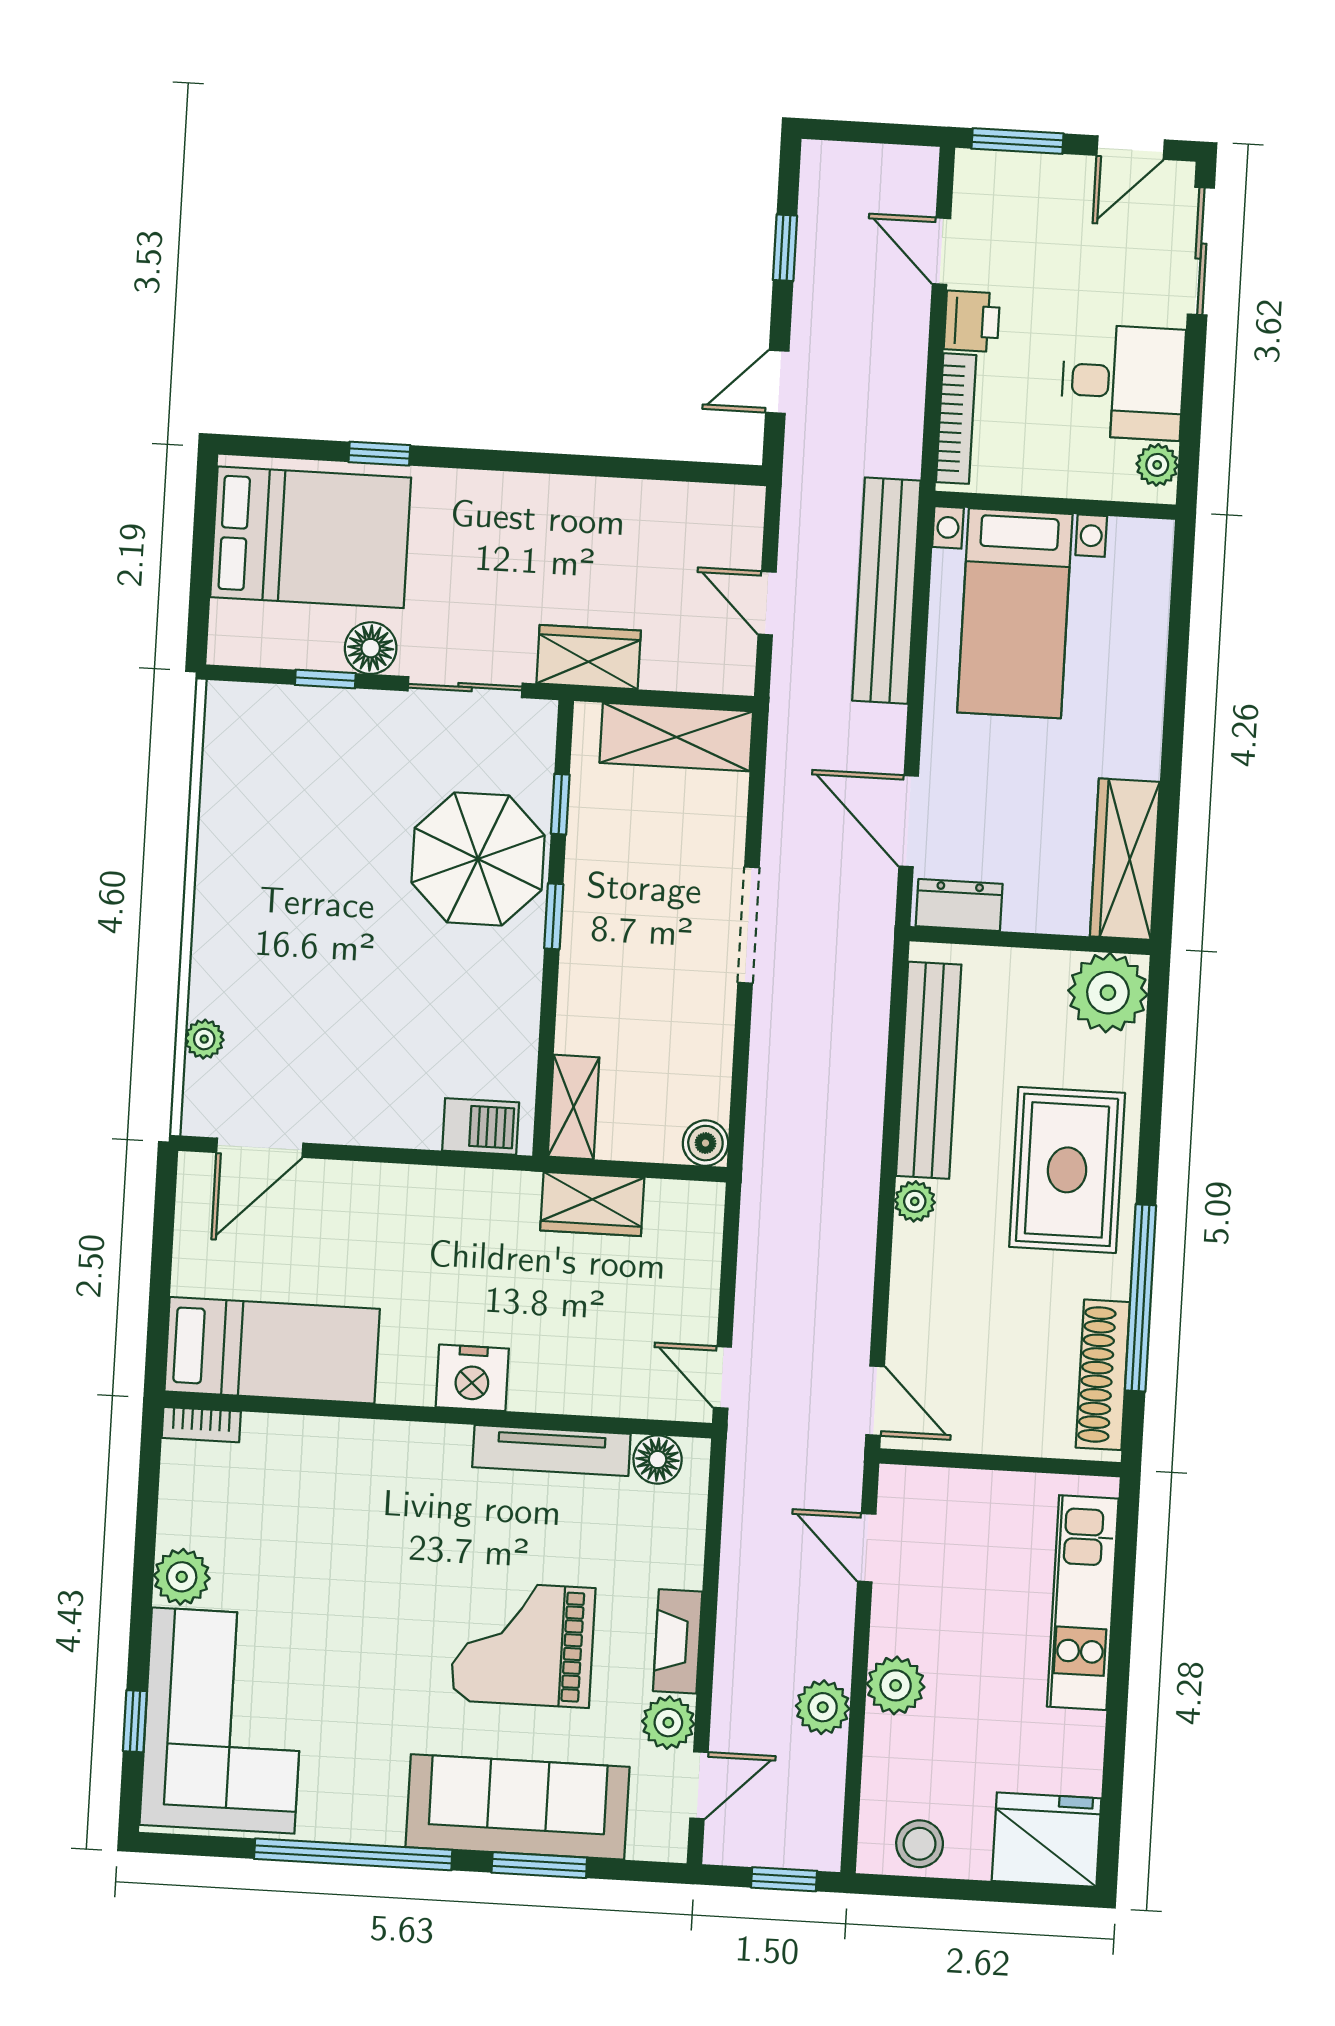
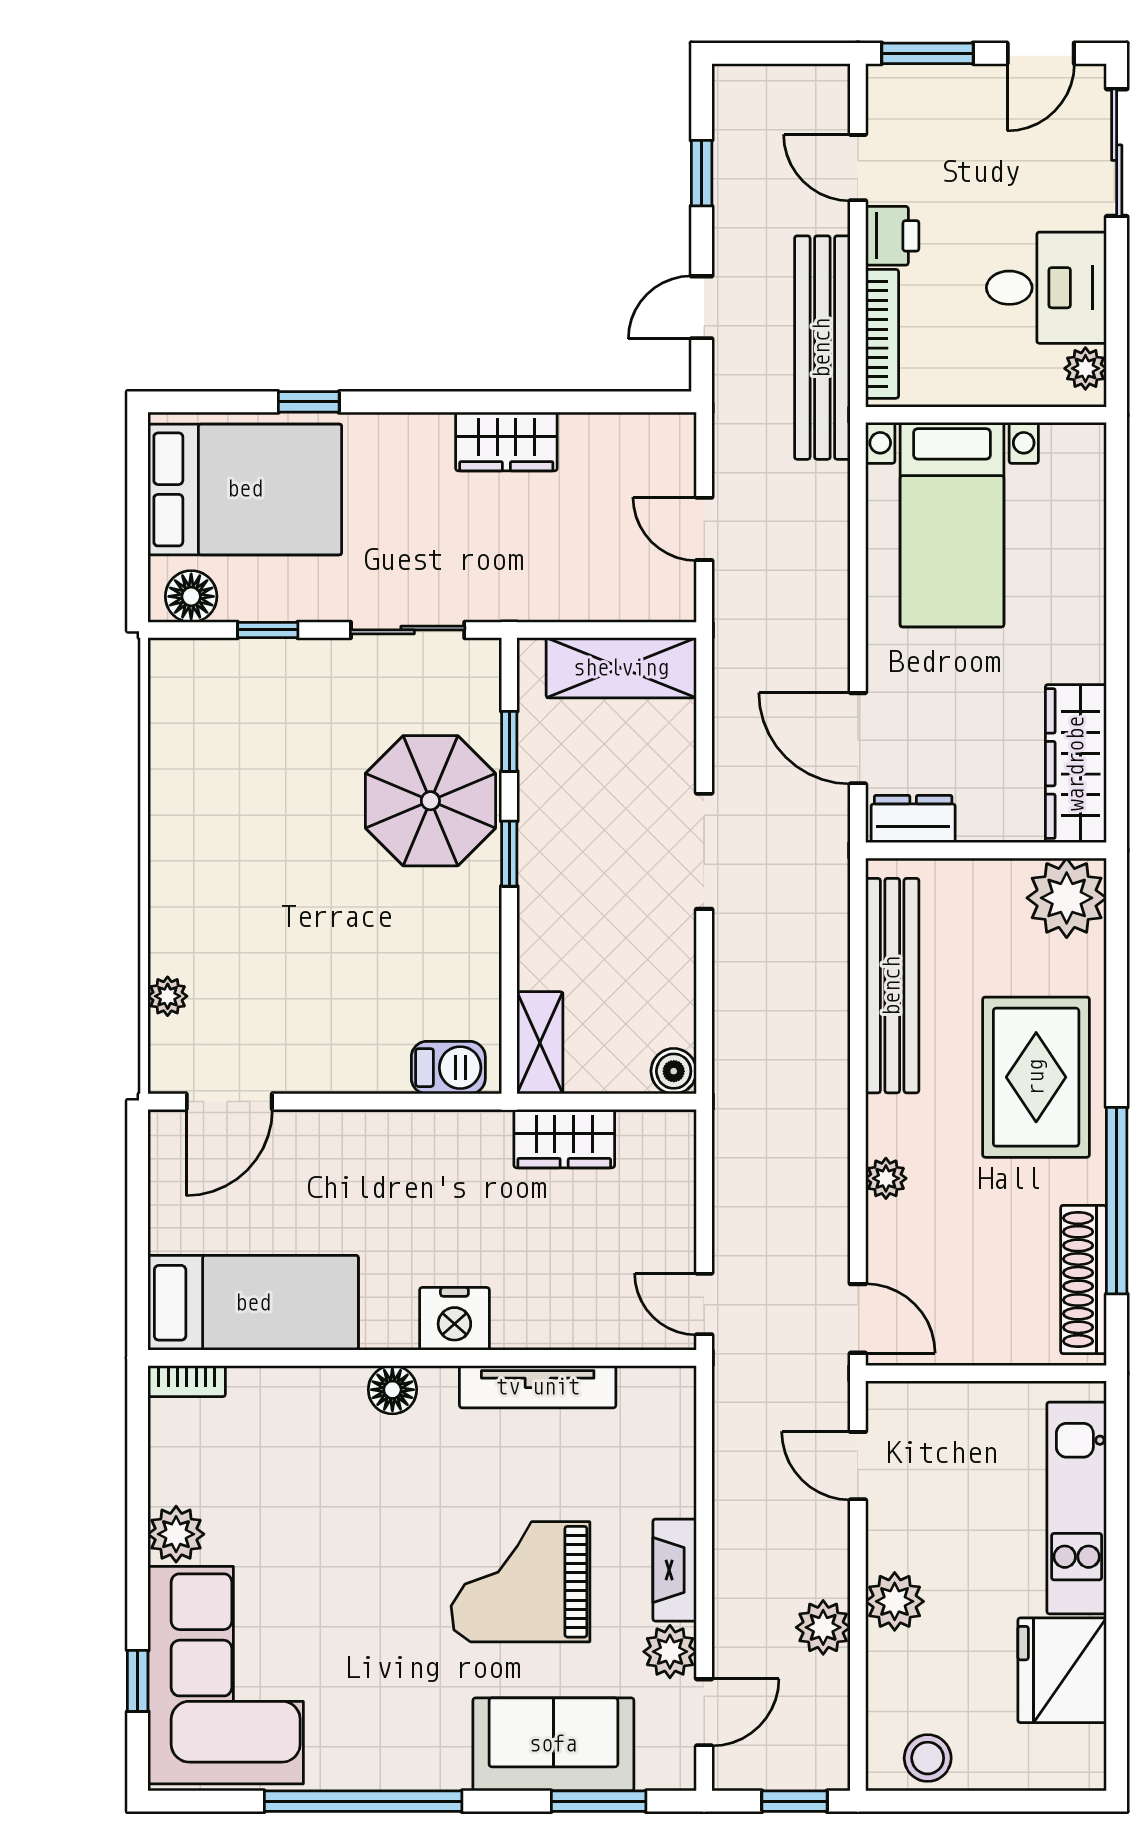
bench: (886, 591) -> (822, 348), moved
floor lamp: (371, 648) -> (191, 596), moved
wardrobe: (589, 657) -> (506, 442), moved, turned 180
plant: (915, 1201) -> (886, 1178), moved
floor lamp: (658, 1460) -> (392, 1390), moved
sofa: (518, 1807) -> (553, 1744), width x0.73
fridge: (1047, 1840) -> (1062, 1670), moved, turned -90
window: (539, 1865) -> (599, 1801), moved

